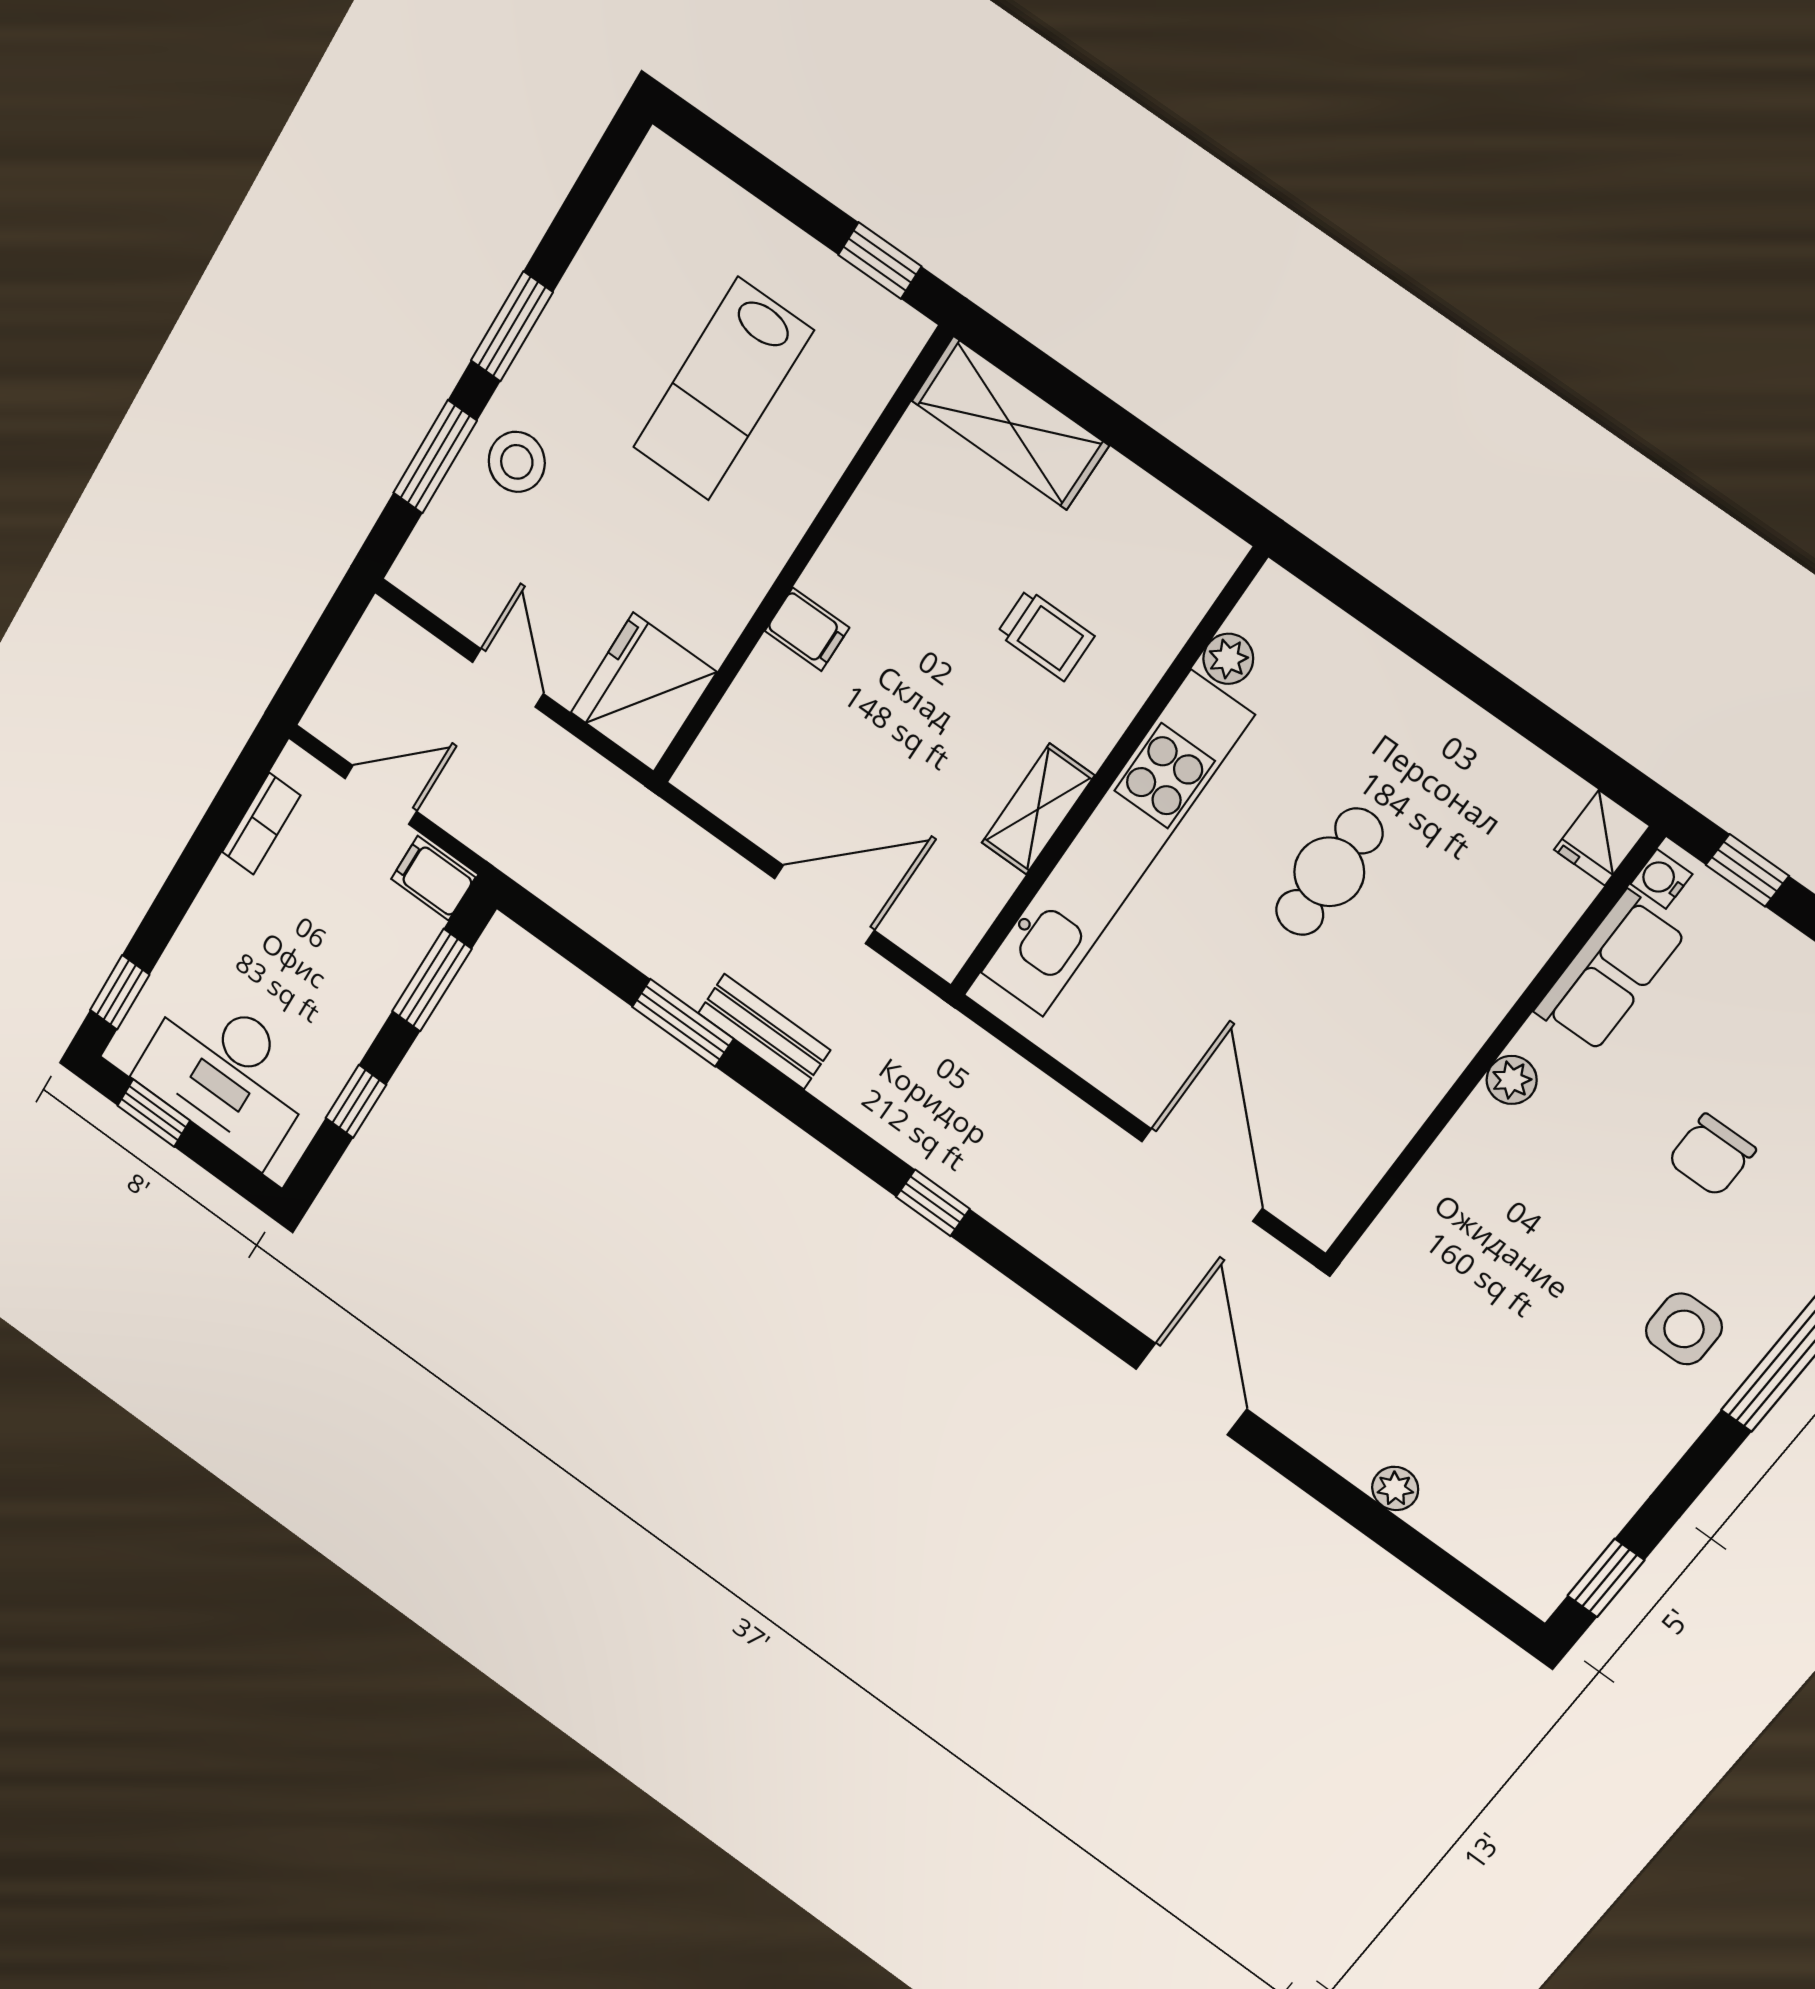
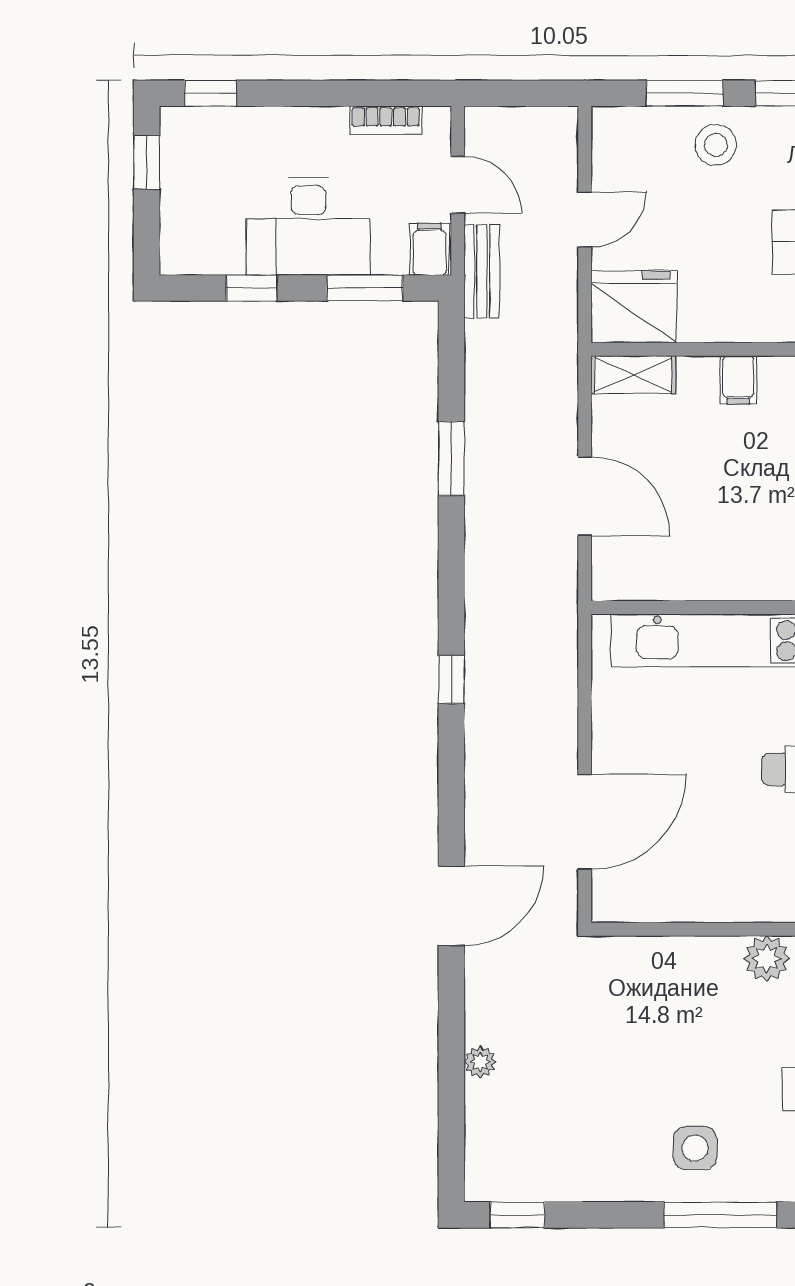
shelving: (1038, 809) -> (633, 375), moved
bench: (764, 1032) -> (482, 272), moved
desk: (227, 1074) -> (308, 226), moved, turned -90
plant: (1512, 1080) -> (767, 959), width x1.38, depth x1.38

